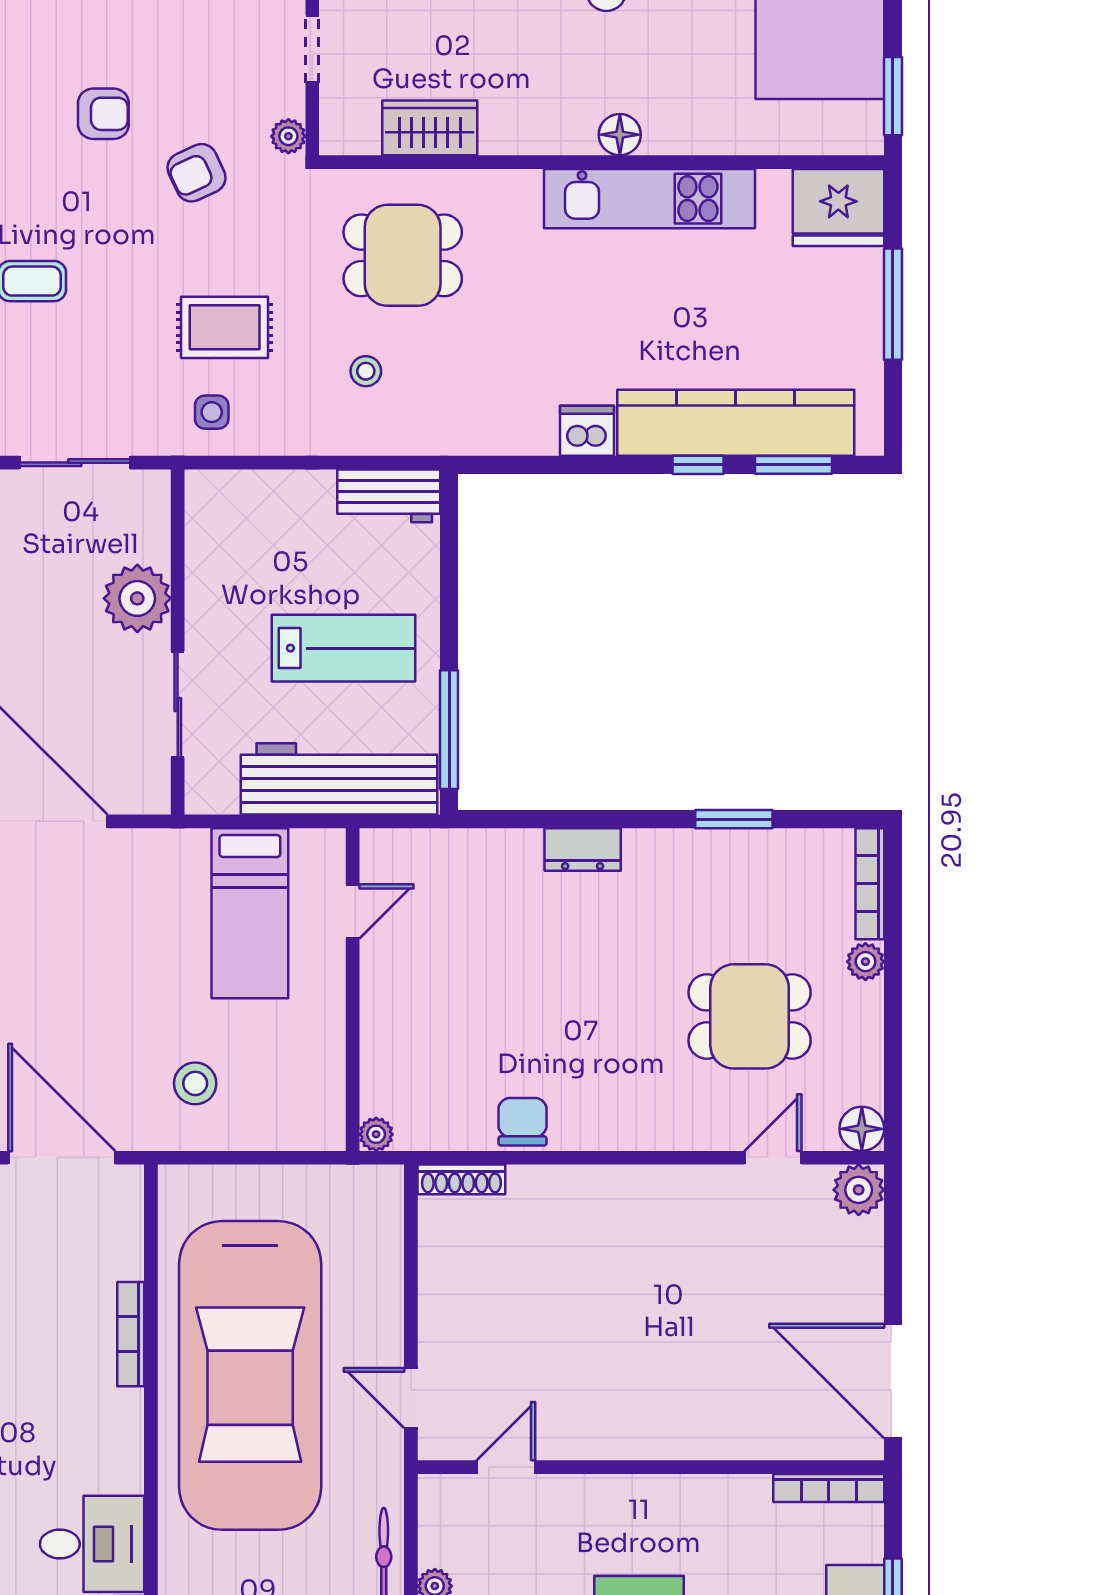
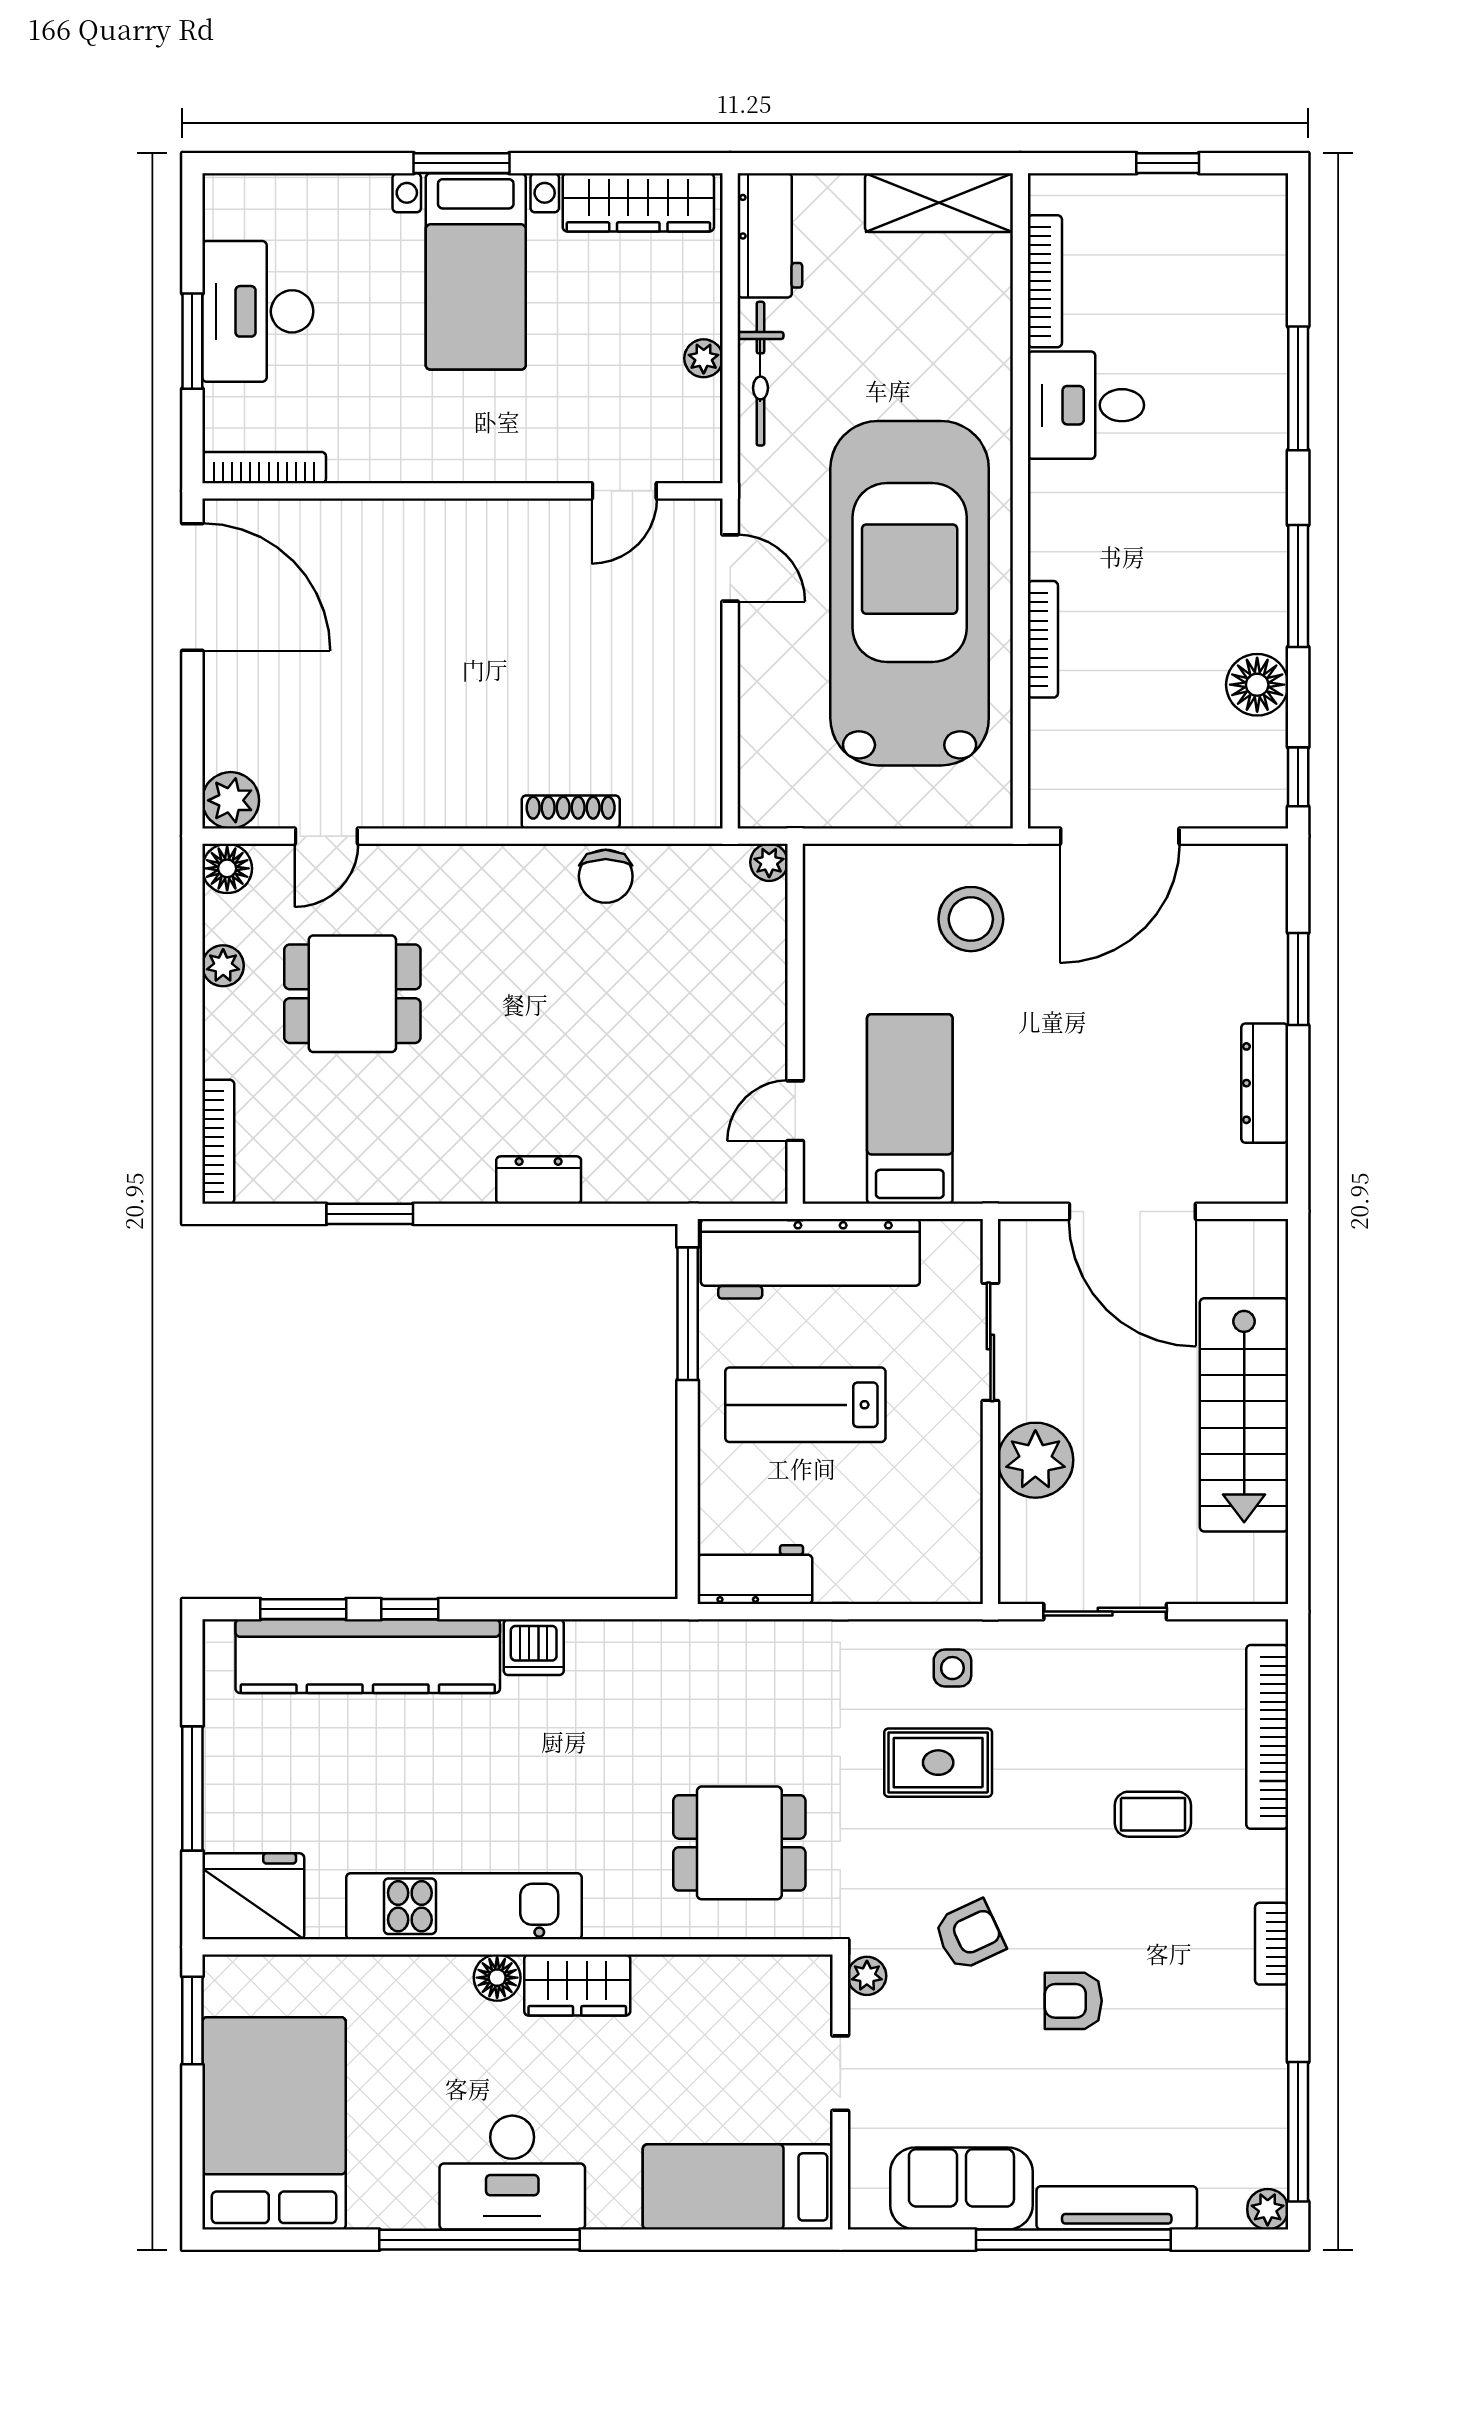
wardrobe: (430, 128) -> (577, 1985), moved
stool: (366, 371) -> (780, 1714), removed
plant: (865, 962) -> (223, 966), moved
stool: (195, 1083) -> (971, 919), width x1.38, depth x1.38
door: (62, 1158) -> (1120, 836), hinge flipped
shoe rack: (461, 1179) -> (571, 812), moved

